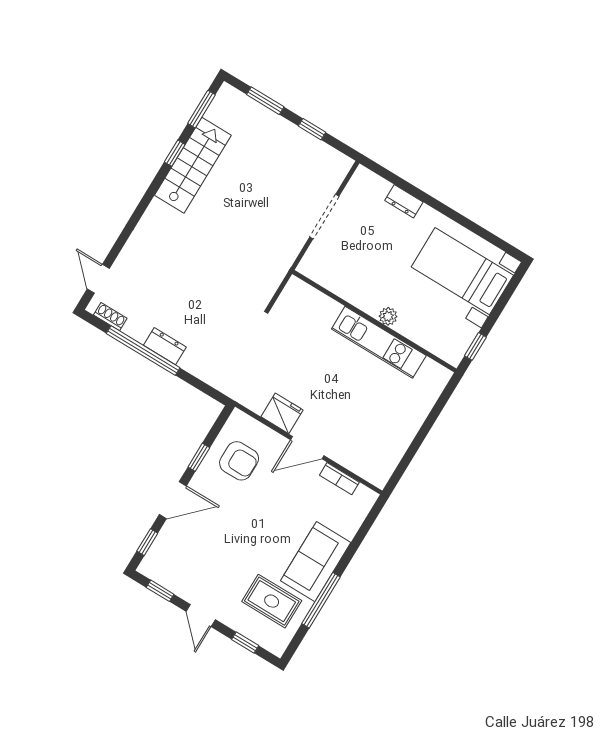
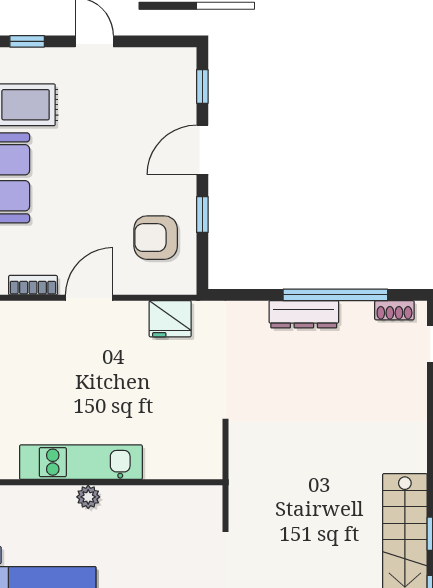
dresser: (165, 346) -> (304, 314), width x1.44
fridge: (282, 413) -> (170, 319), moved
window: (160, 591) -> (156, 41), removed

